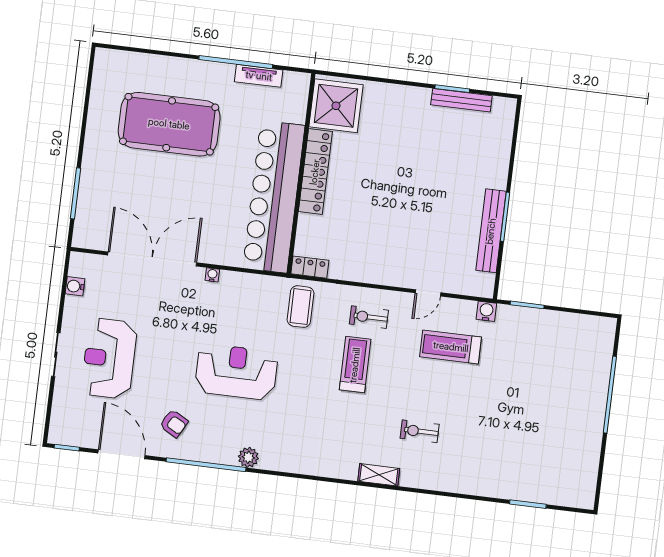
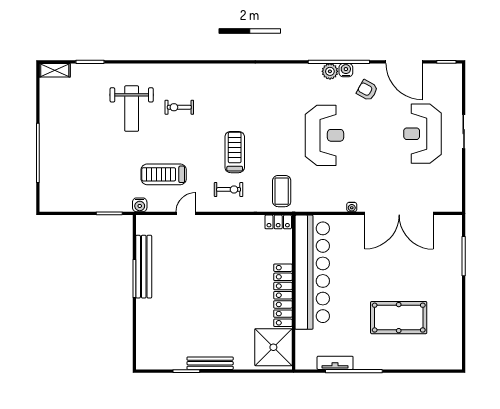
bench: (461, 100) -> (210, 363), moved
pool table: (169, 124) -> (399, 318), width x0.73, depth x0.76
water cooler: (75, 286) -> (346, 70), moved, turned -90
treadmill: (451, 347) -> (164, 174), turned 180
reception desk: (109, 358) -> (422, 134), turned 180
treadmill: (355, 365) -> (235, 152), turned 180
reception desk: (236, 372) -> (324, 135), turned -90
exercise bike: (420, 431) -> (179, 107), turned 180
weight bench: (481, 437) -> (132, 109), added
plant: (248, 457) -> (330, 71), moved
shelving: (379, 475) -> (55, 70), moved

